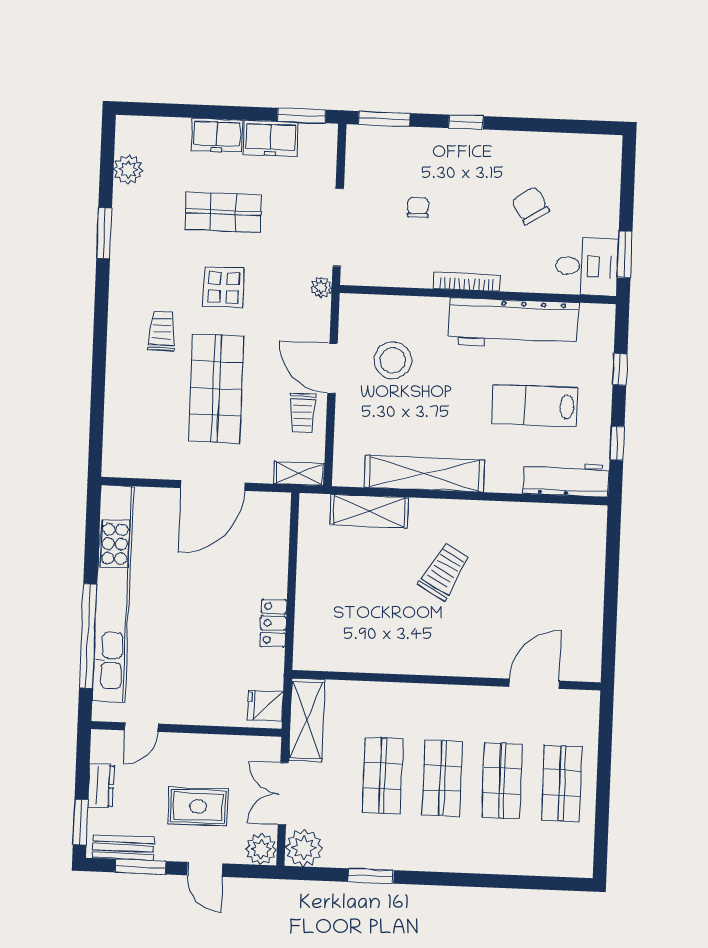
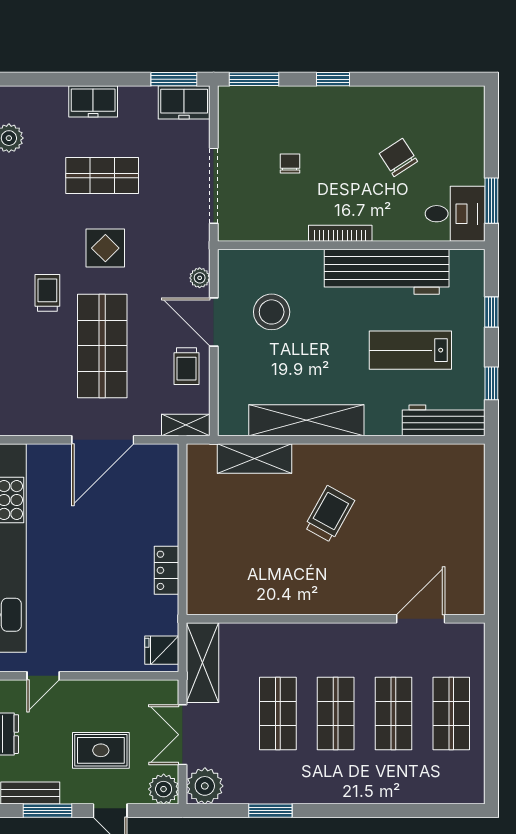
freezer: (271, 138) -> (184, 102), moved
plant: (321, 287) -> (200, 278), moved

